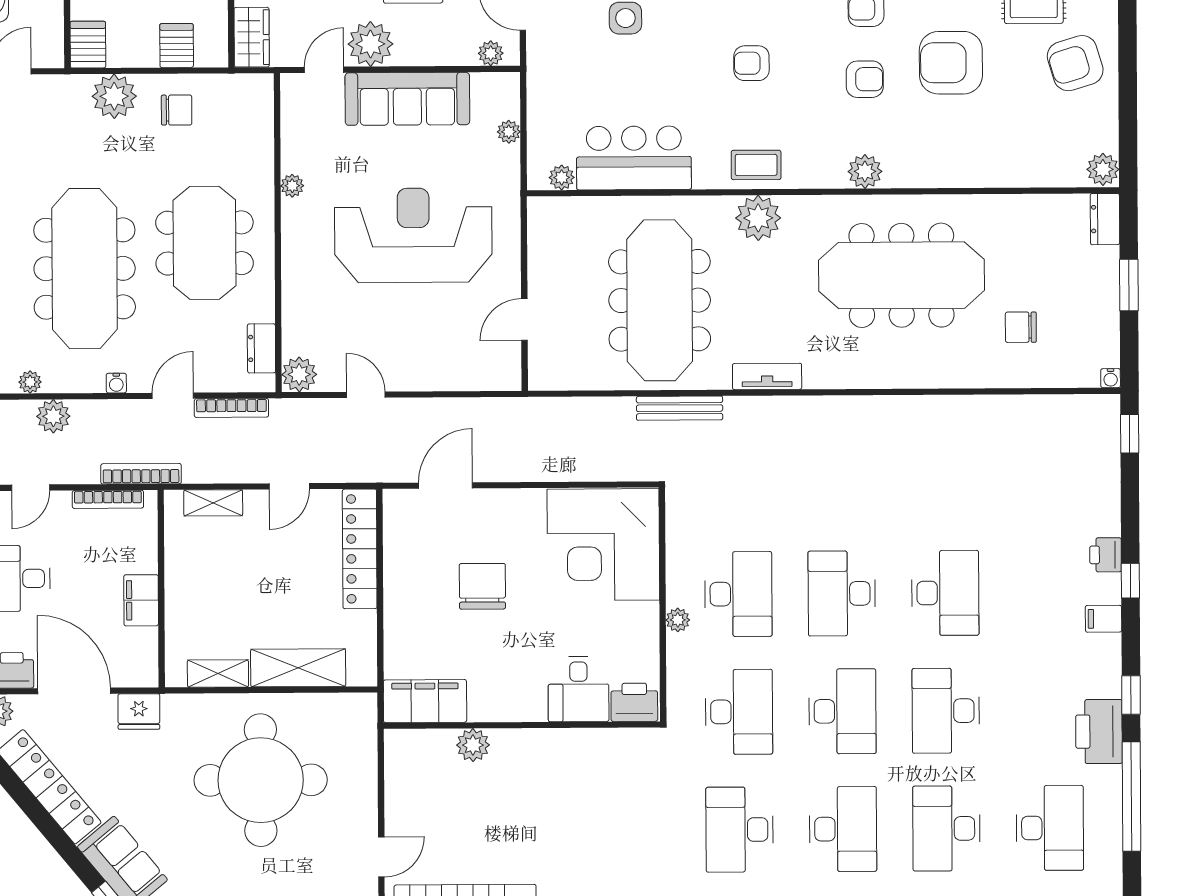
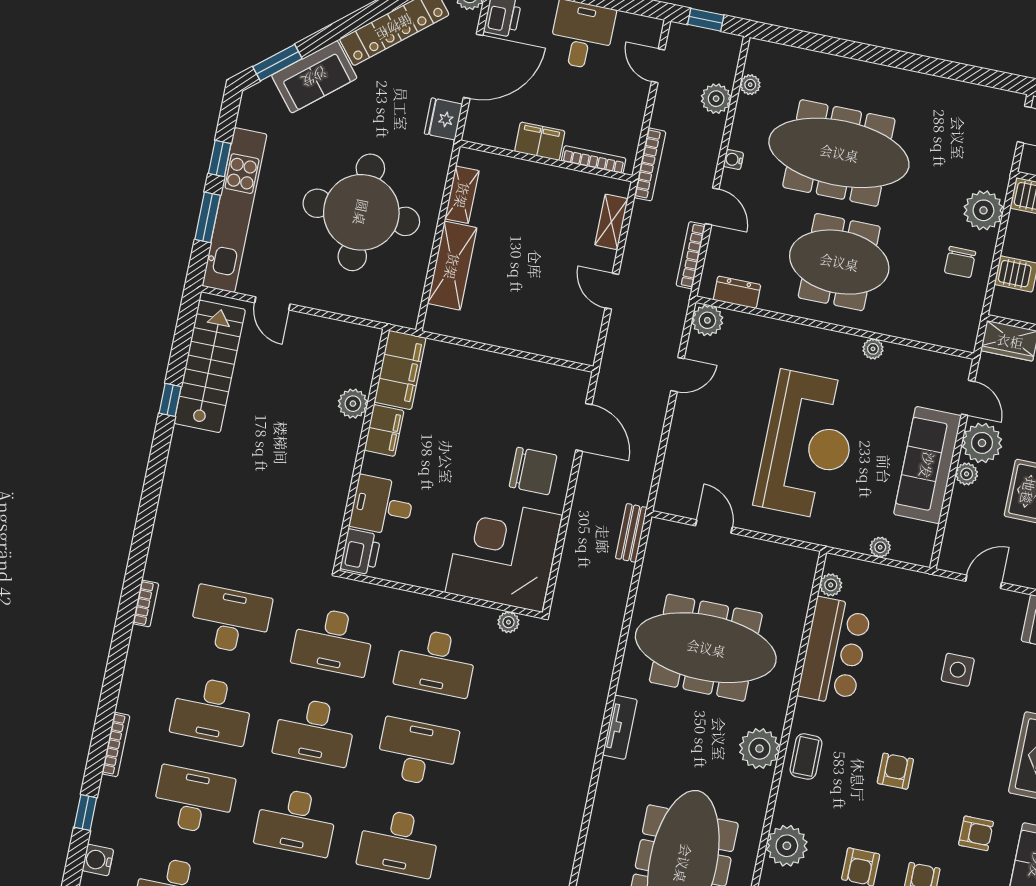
plant: (491, 53) -> (967, 474), moved
plant: (865, 171) -> (787, 846), width x1.36, depth x1.36
bench: (680, 408) -> (631, 533), moved, width x0.73
bookcase: (108, 499) -> (594, 160), moved, turned 90
locker: (360, 549) -> (544, 341), removed
chair: (482, 586) -> (533, 471), moved
plant: (678, 620) -> (508, 622), moved
filing cabinet: (495, 705) -> (384, 430), added
desk: (946, 711) -> (296, 821), turned 180

